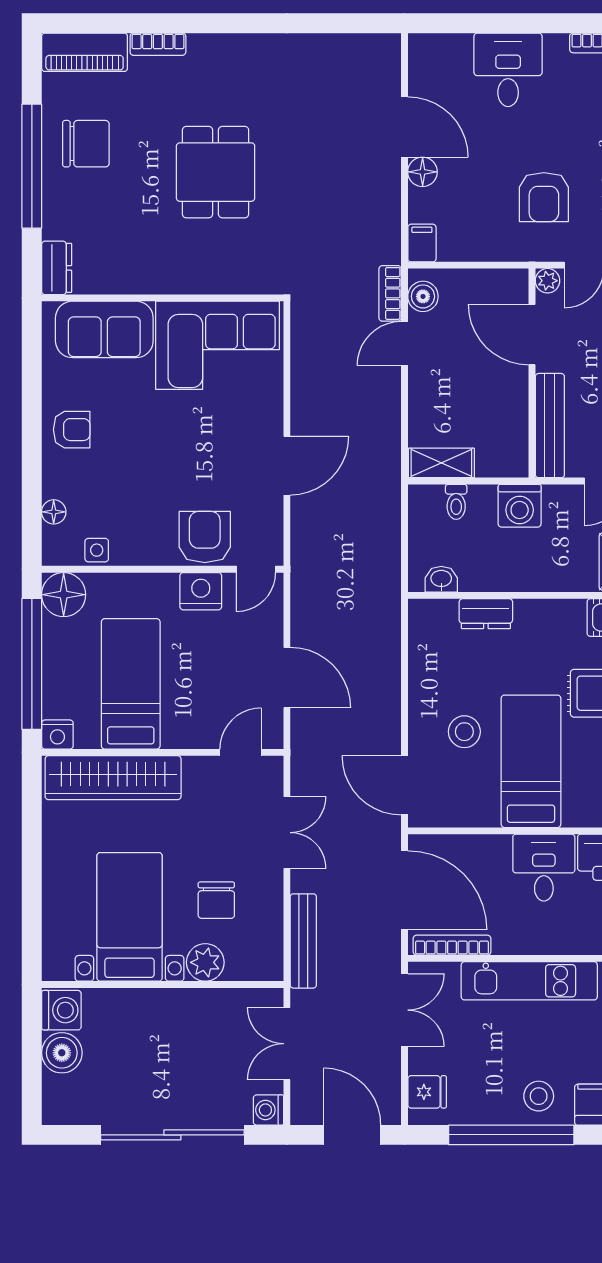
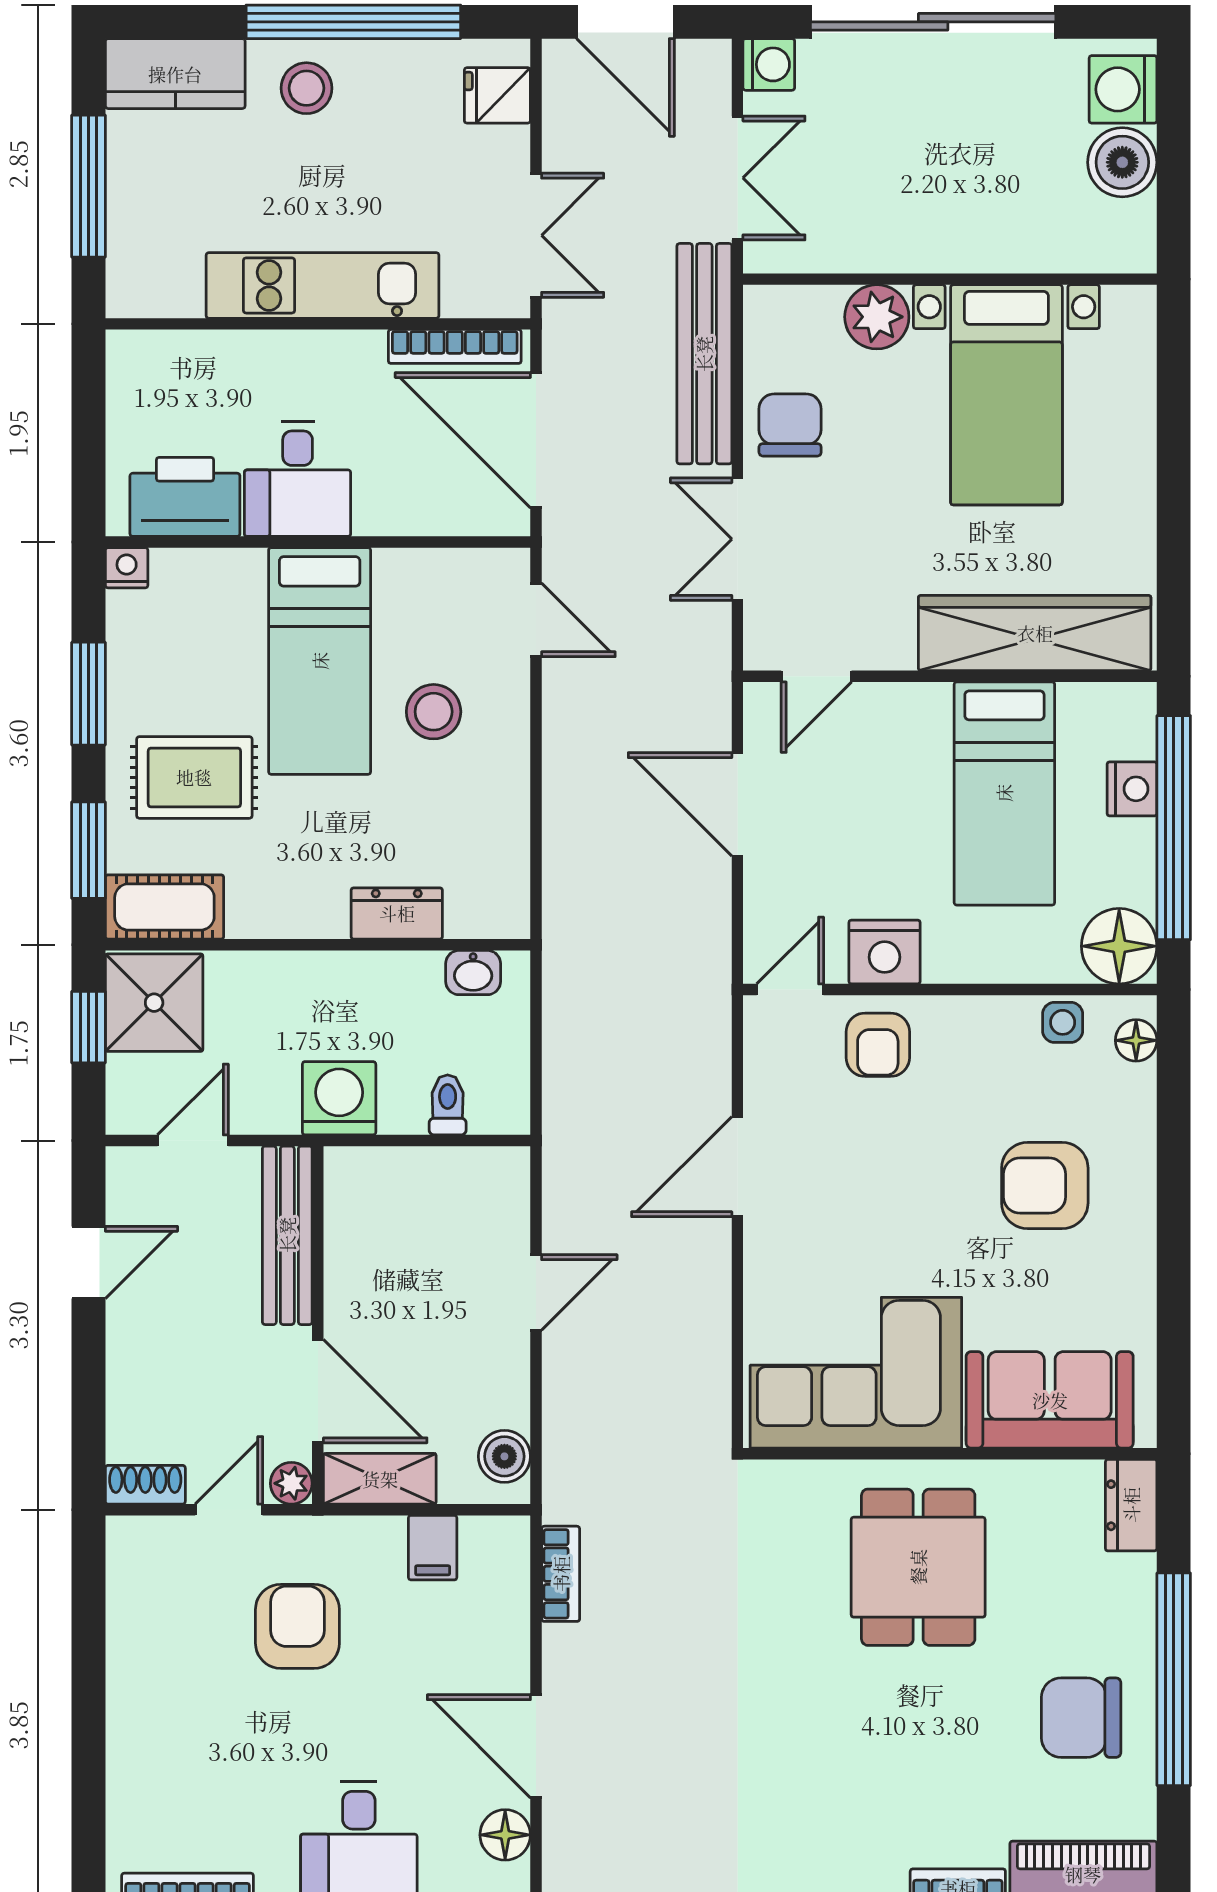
dining table: (216, 172) -> (918, 1567), moved
floor lamp: (423, 172) -> (505, 1835), moved
filing cabinet: (422, 243) -> (433, 1548), moved
bookcase: (390, 293) -> (561, 1574), moved
door: (404, 343) -> (536, 1292), moved
armchair: (72, 430) -> (1045, 1186), moved, width x1.38, depth x1.38
shelving: (441, 463) -> (380, 1479), moved
floor lamp: (54, 512) -> (1136, 1040), moved
armchair: (205, 537) -> (878, 1045), width x0.72, depth x0.72
nightstand: (57, 735) -> (1132, 789), moved, turned 90
door: (404, 785) -> (536, 620), width x0.73
chair: (216, 900) -> (790, 425), moved
bench: (303, 941) -> (704, 354), width x1.37, depth x1.21
washing machine: (61, 1010) -> (1123, 89), moved
double door: (404, 1010) -> (536, 235), swing flipped

